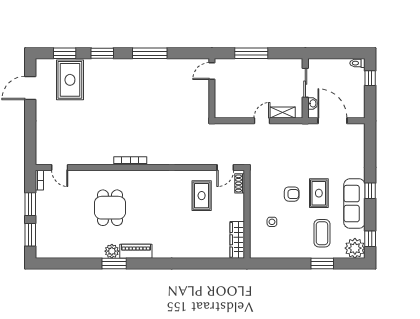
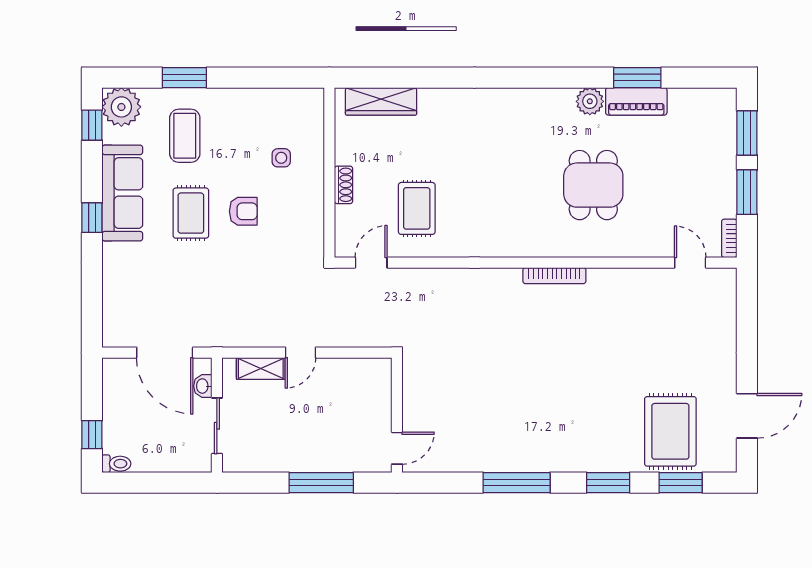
shoe rack: (240, 183) -> (344, 185), moved
armchair: (292, 194) -> (243, 211), turned 180
wardrobe: (237, 240) -> (381, 101), moved, turned 90
piano: (136, 251) -> (636, 101), moved
window: (114, 263) -> (637, 78), moved

